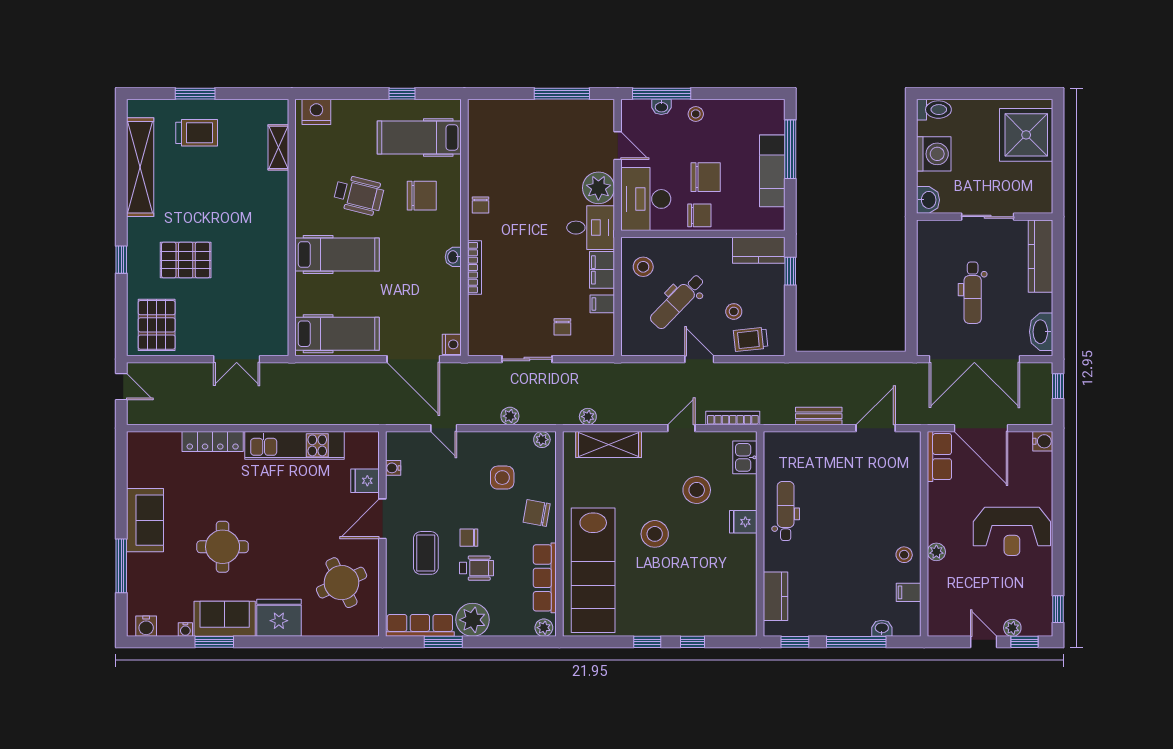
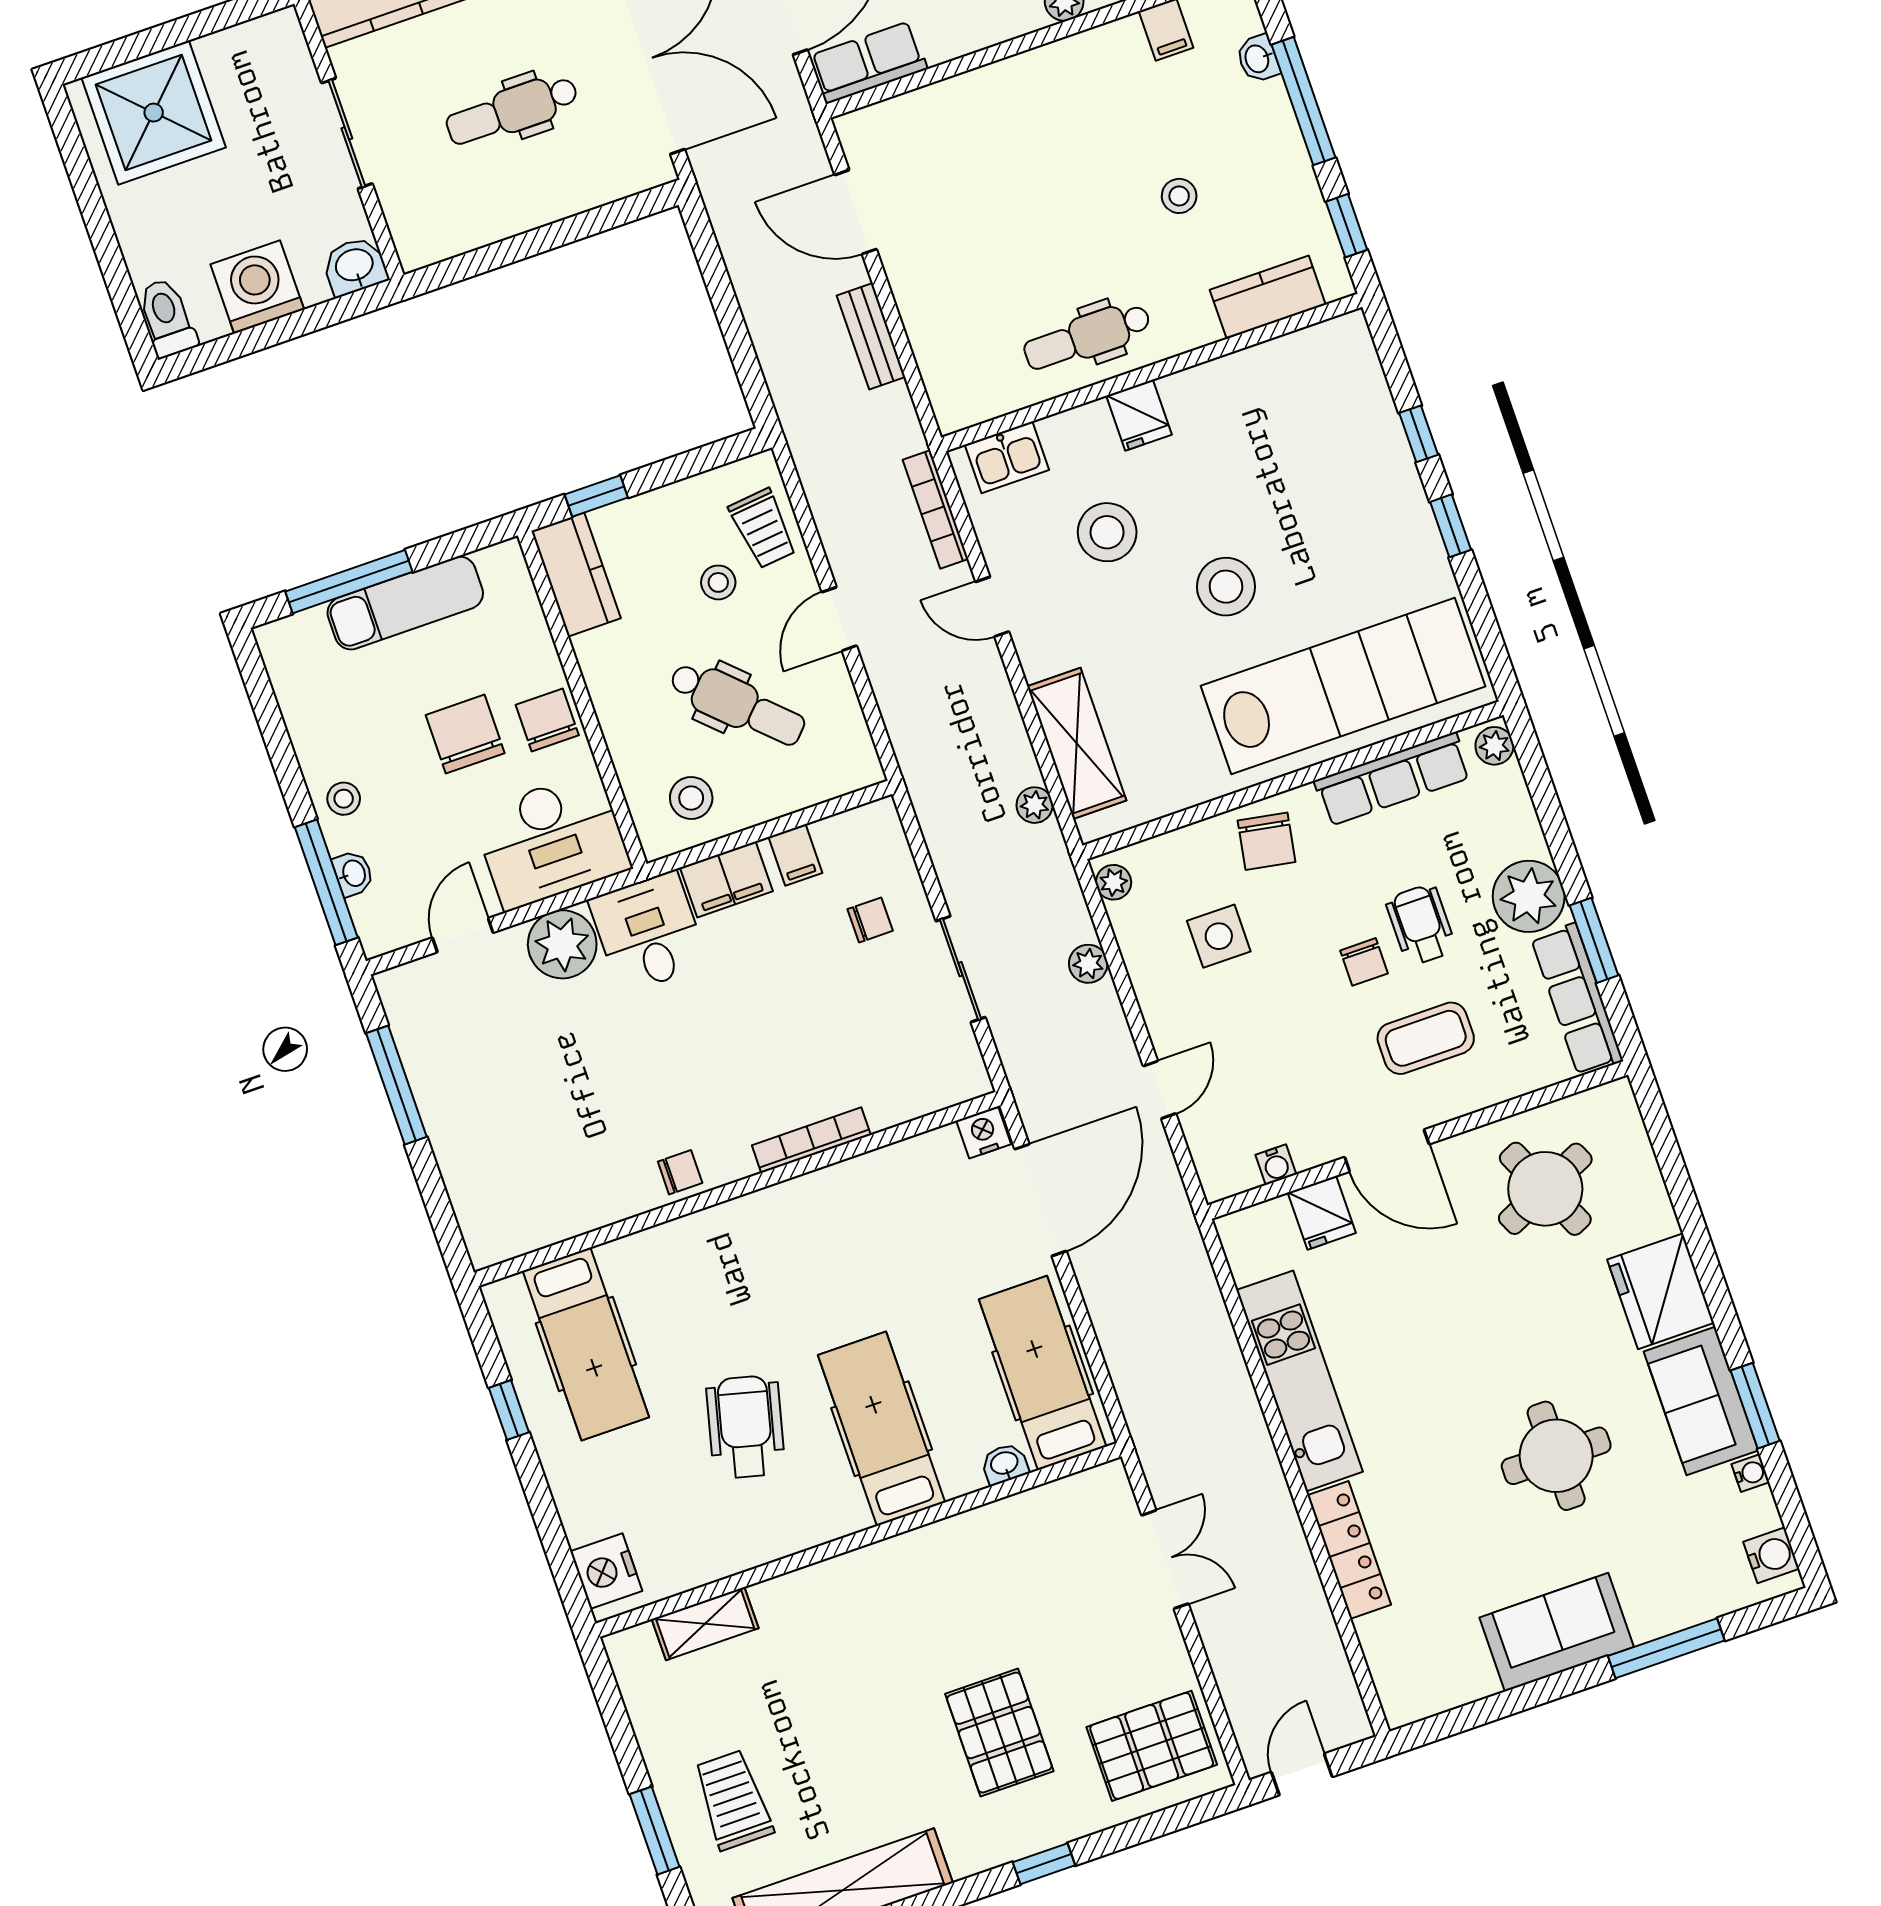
chair: (422, 196) -> (702, 1298), removed
washbasin: (453, 257) -> (1005, 1464), moved, turned 180
dental chair: (973, 293) -> (512, 110), turned 180
stool: (904, 555) -> (1179, 196), moved

